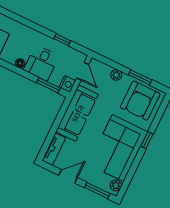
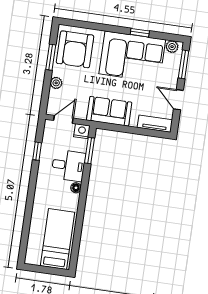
armchair: (140, 101) -> (75, 49), turned 90
sofa: (77, 113) -> (109, 111), width x0.73
window: (147, 140) -> (140, 33), moved

